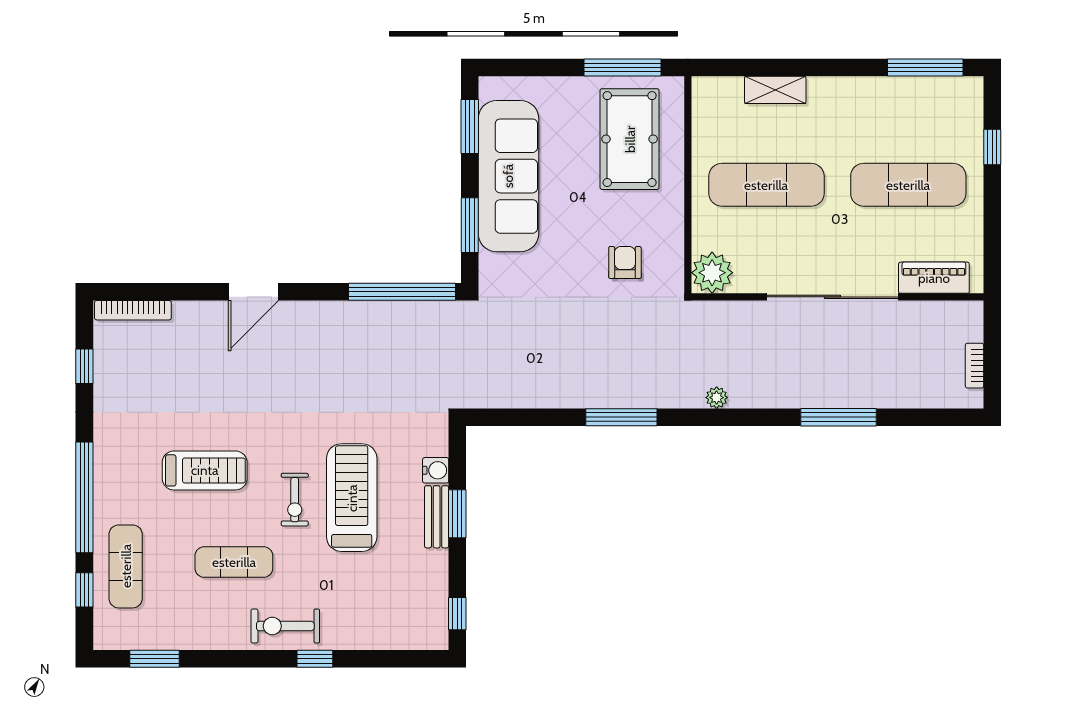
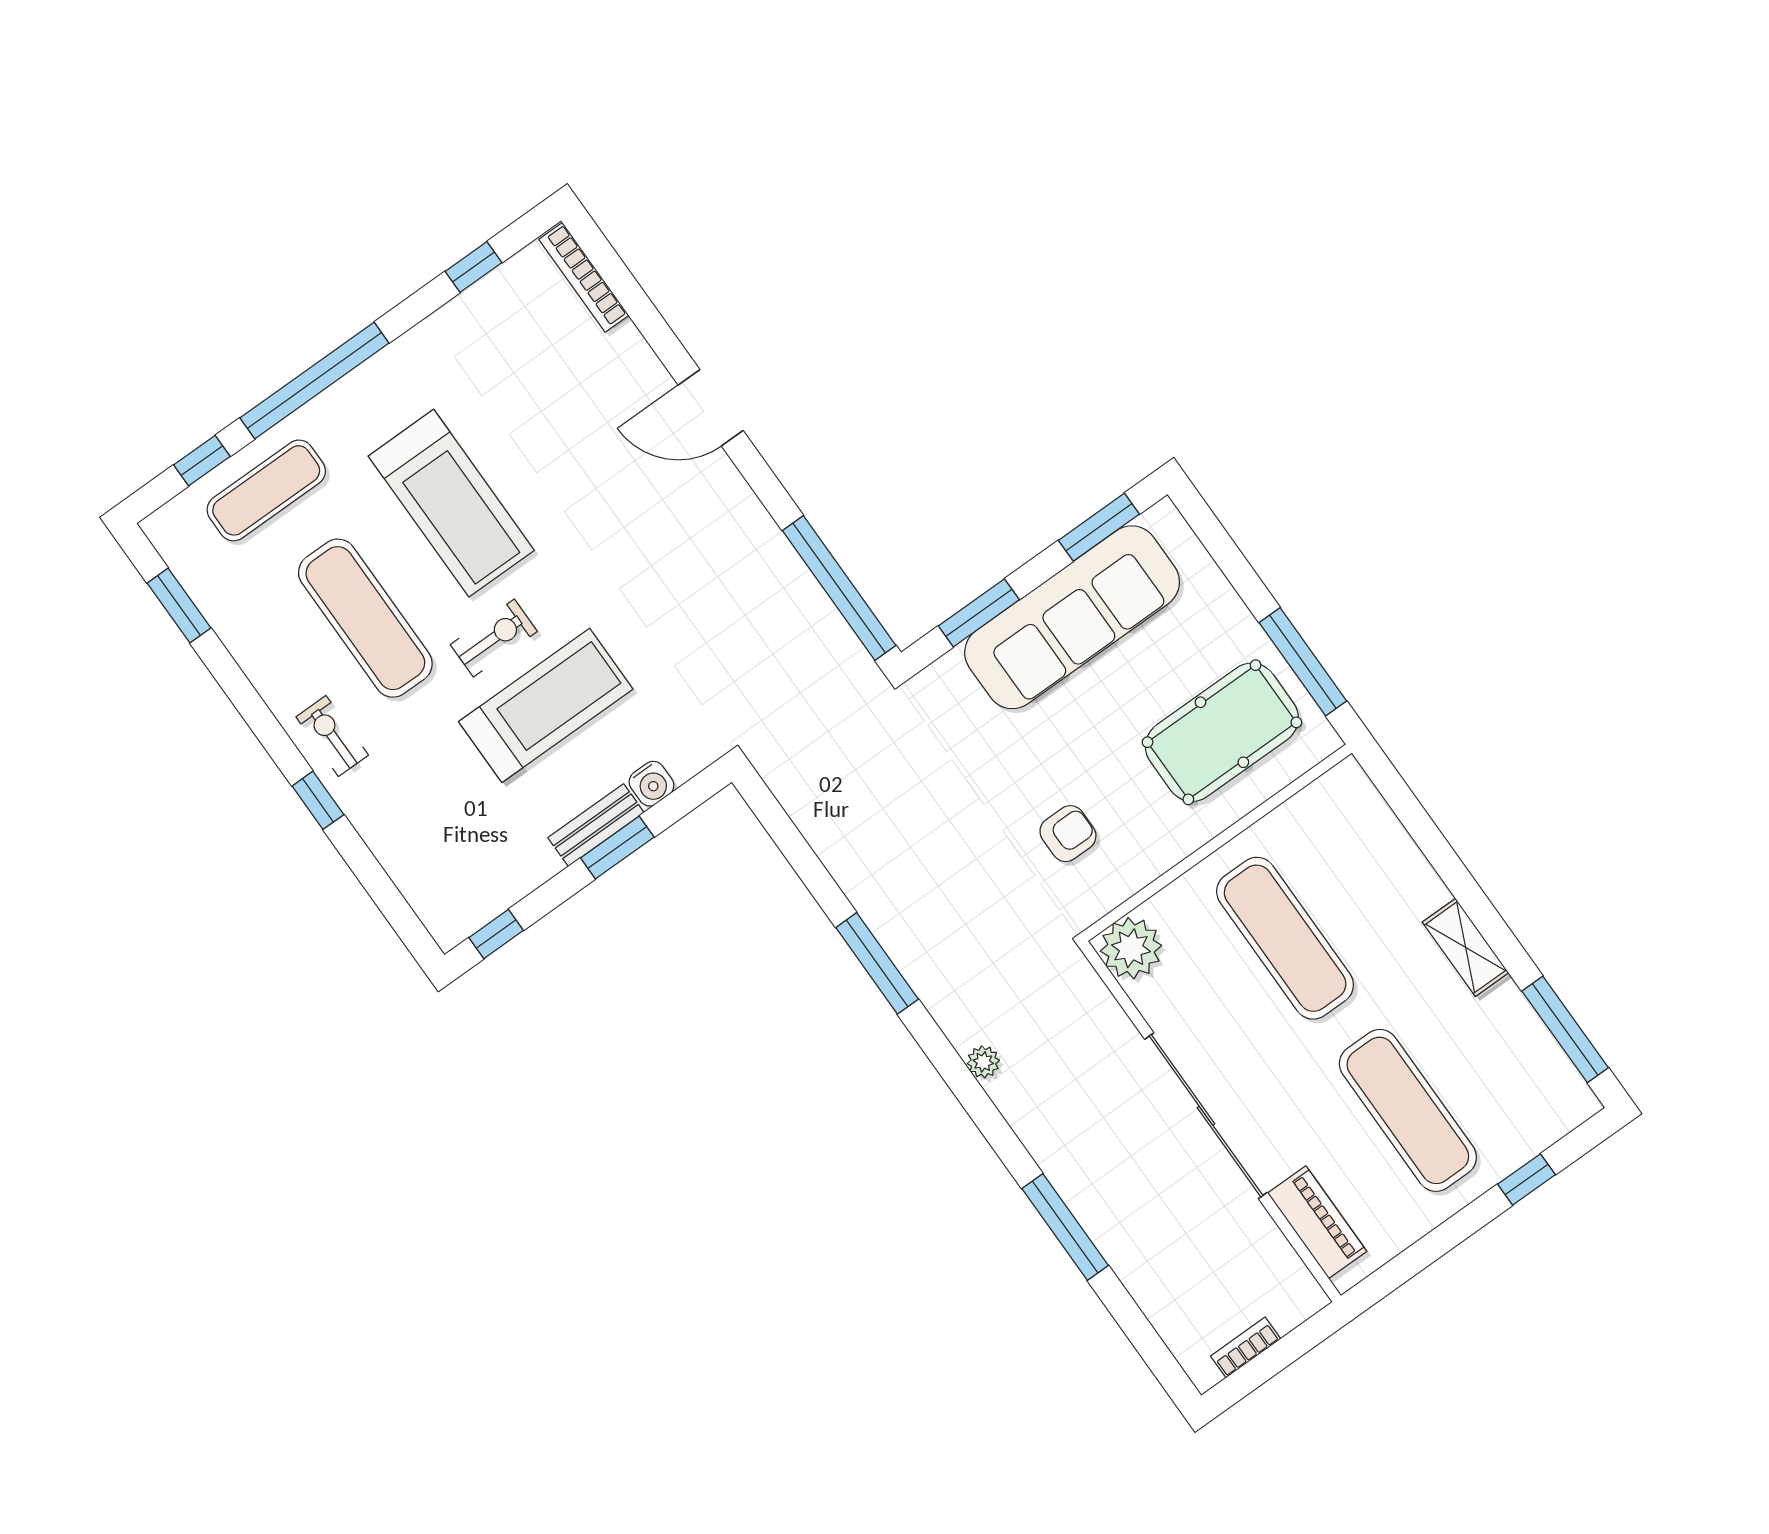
shelving: (775, 90) -> (1466, 947), moved
treadmill: (205, 470) -> (451, 503), width x1.37, depth x1.38
exercise bike: (295, 500) -> (494, 638), turned 180
exercise mat: (234, 562) -> (365, 618), width x1.36, depth x1.45
exercise bike: (285, 626) -> (332, 736), width x0.73, depth x0.72

